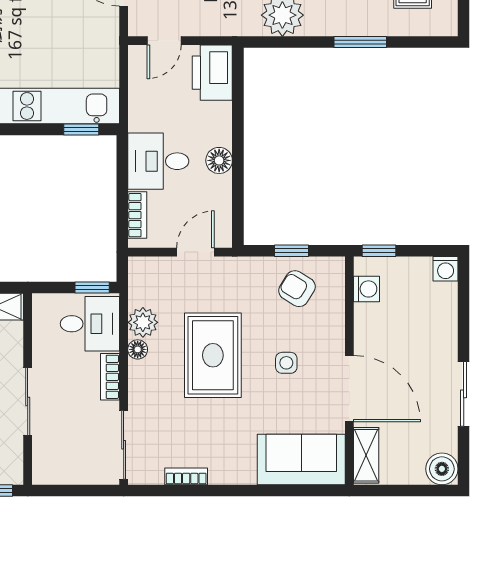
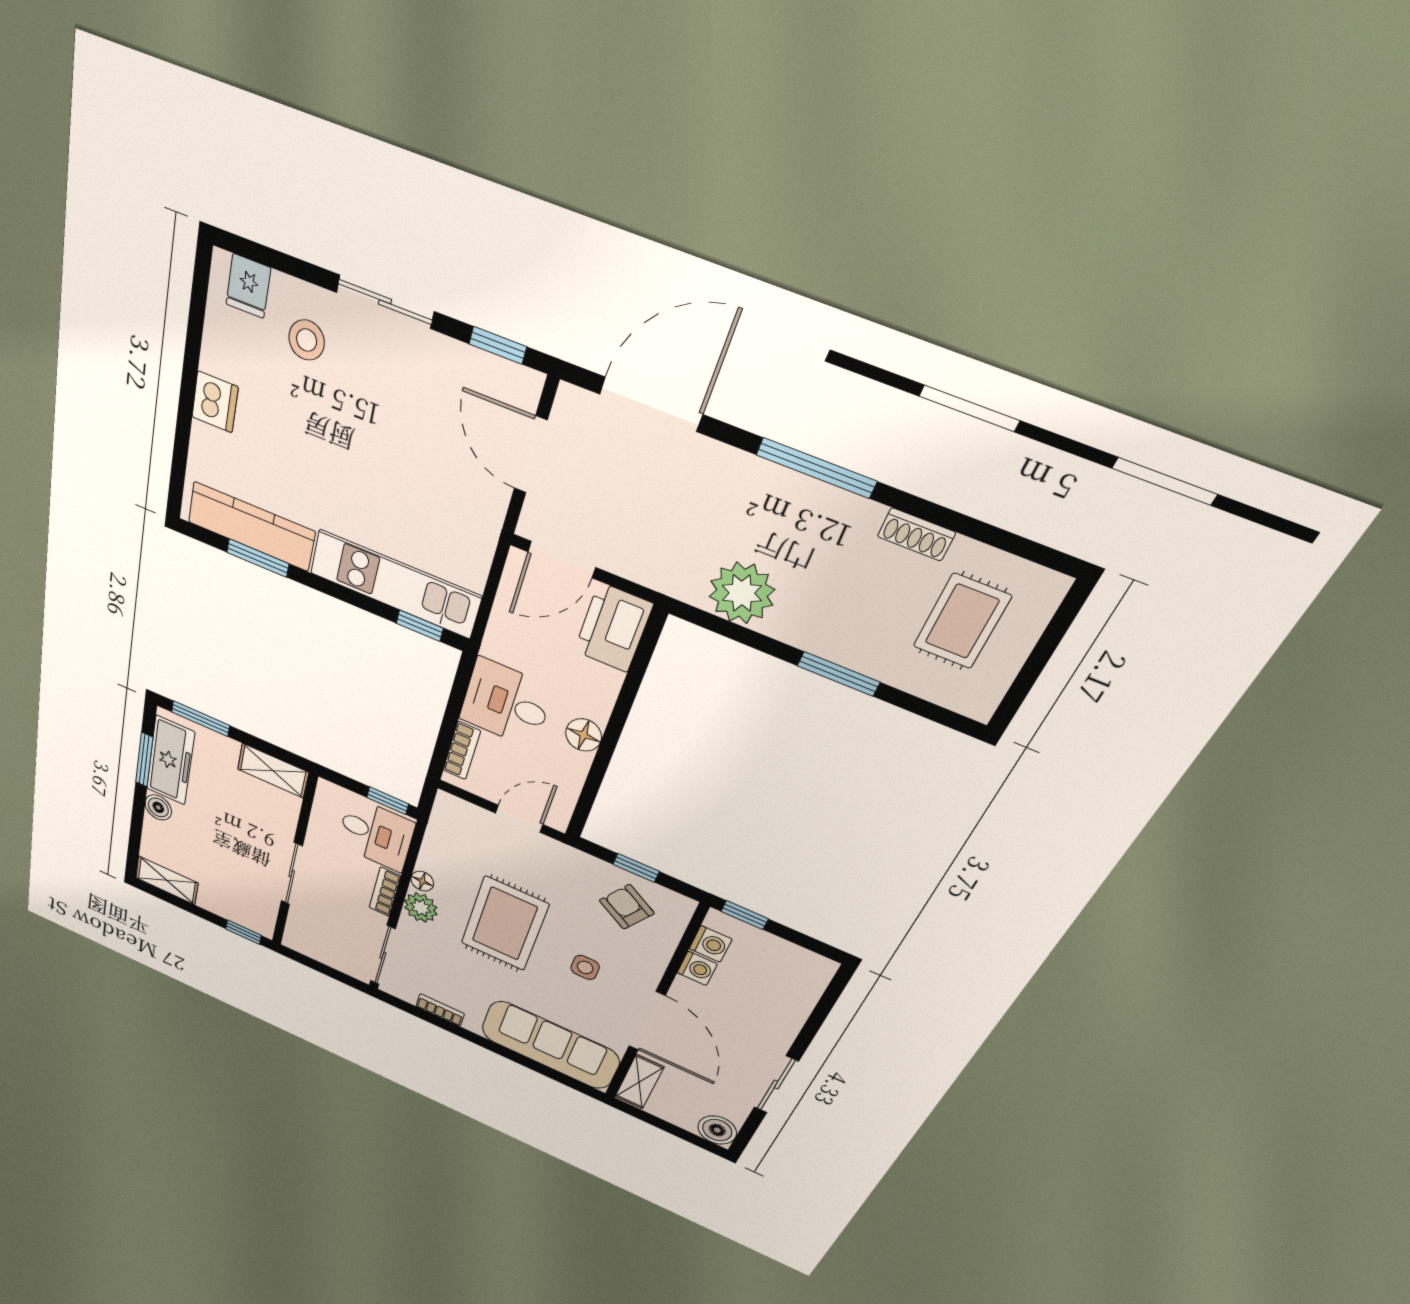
door: (164, 41) -> (562, 560), width x1.37
washing machine: (446, 269) -> (697, 968), moved, turned -90
plant: (143, 322) -> (421, 908), moved
sofa: (301, 460) -> (550, 1045), width x1.36

